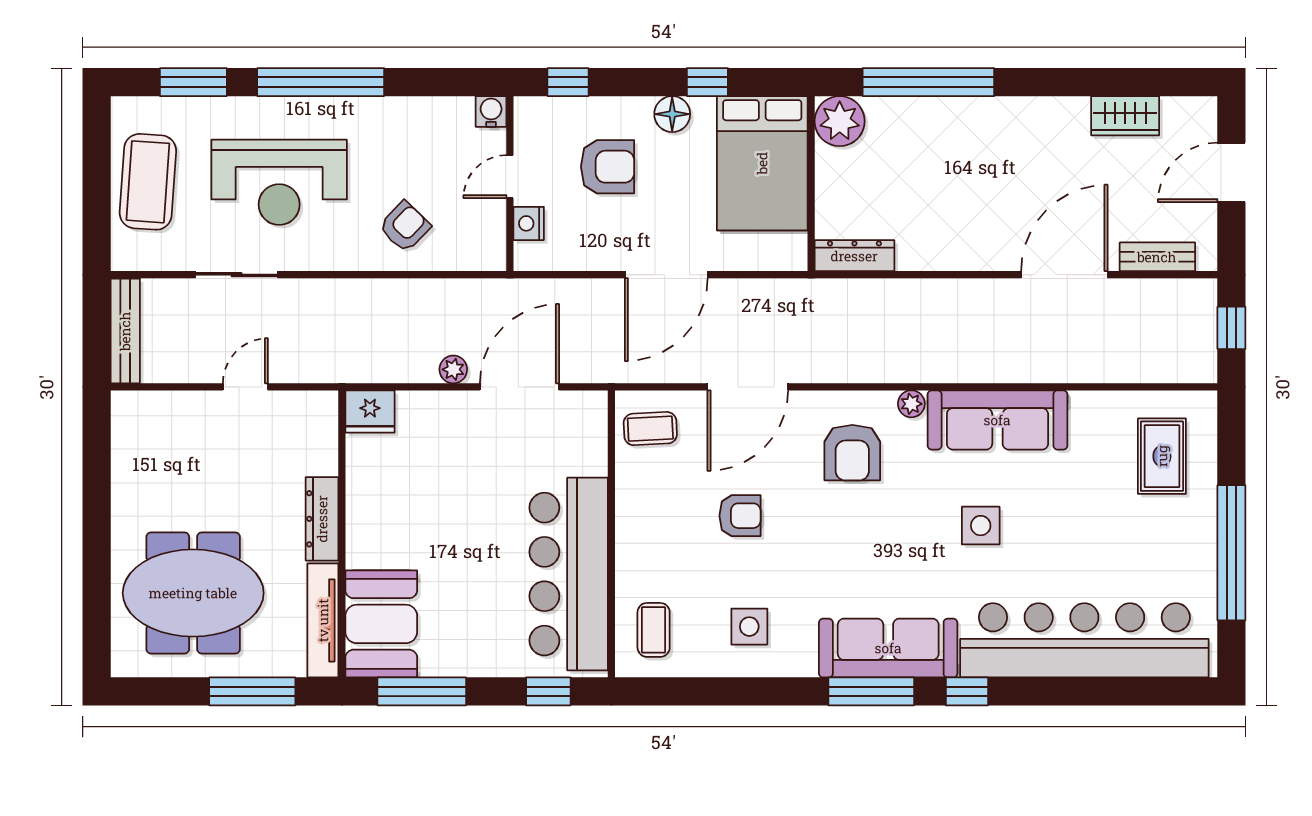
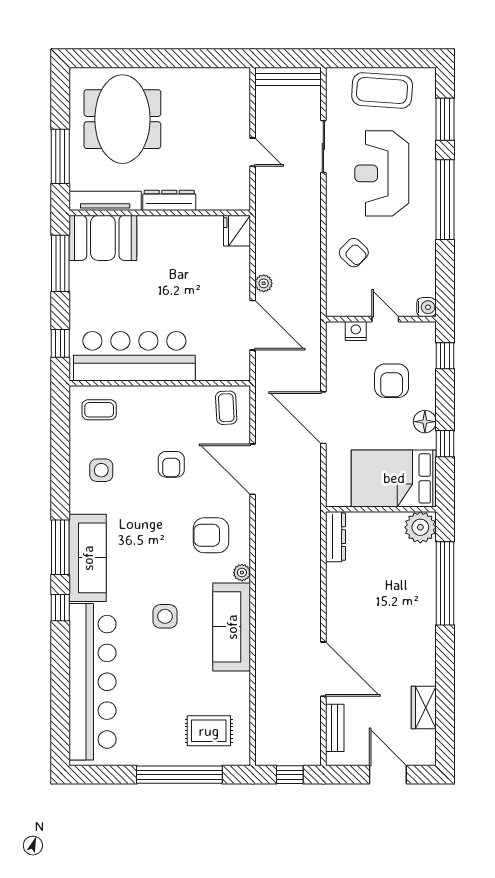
window: (1231, 553) -> (179, 775), moved

